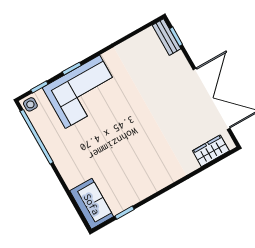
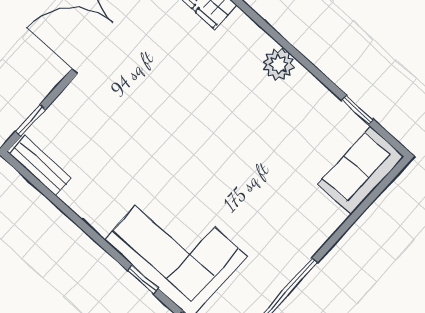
bench: (166, 37) -> (40, 166), moved, turned 90
plant: (163, 179) -> (279, 64), added

